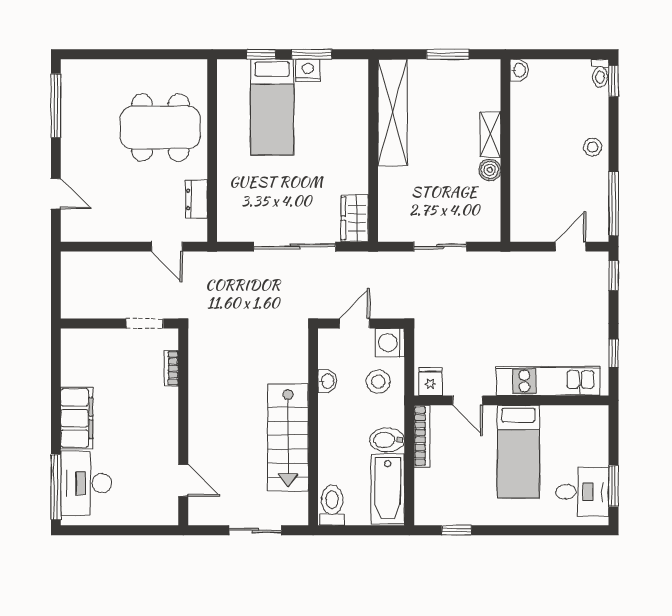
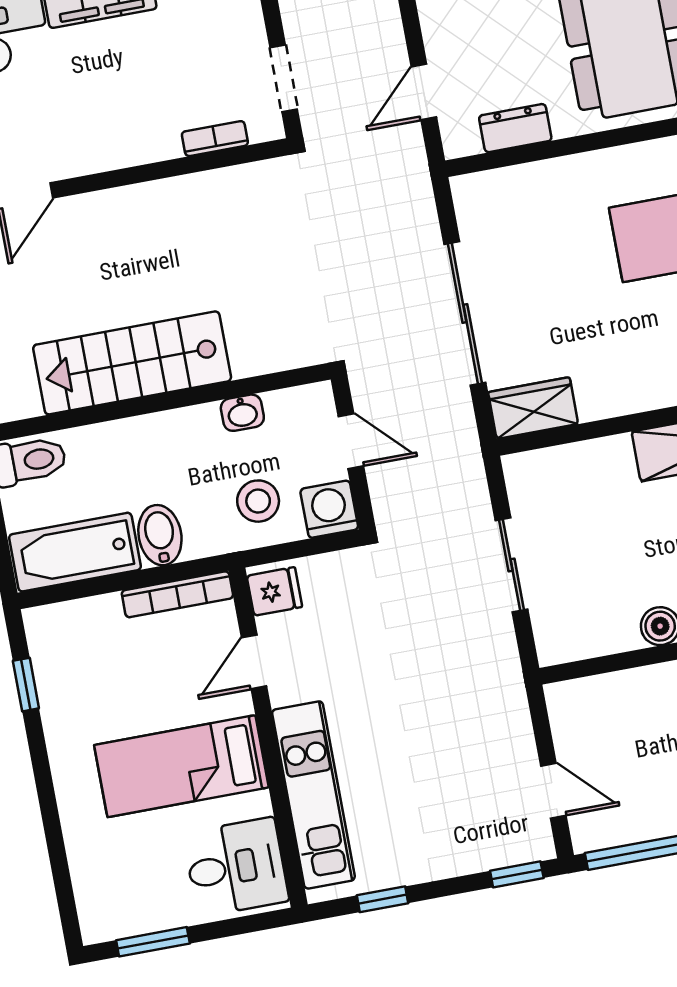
desk: (582, 492) -> (236, 867), moved, turned -90

